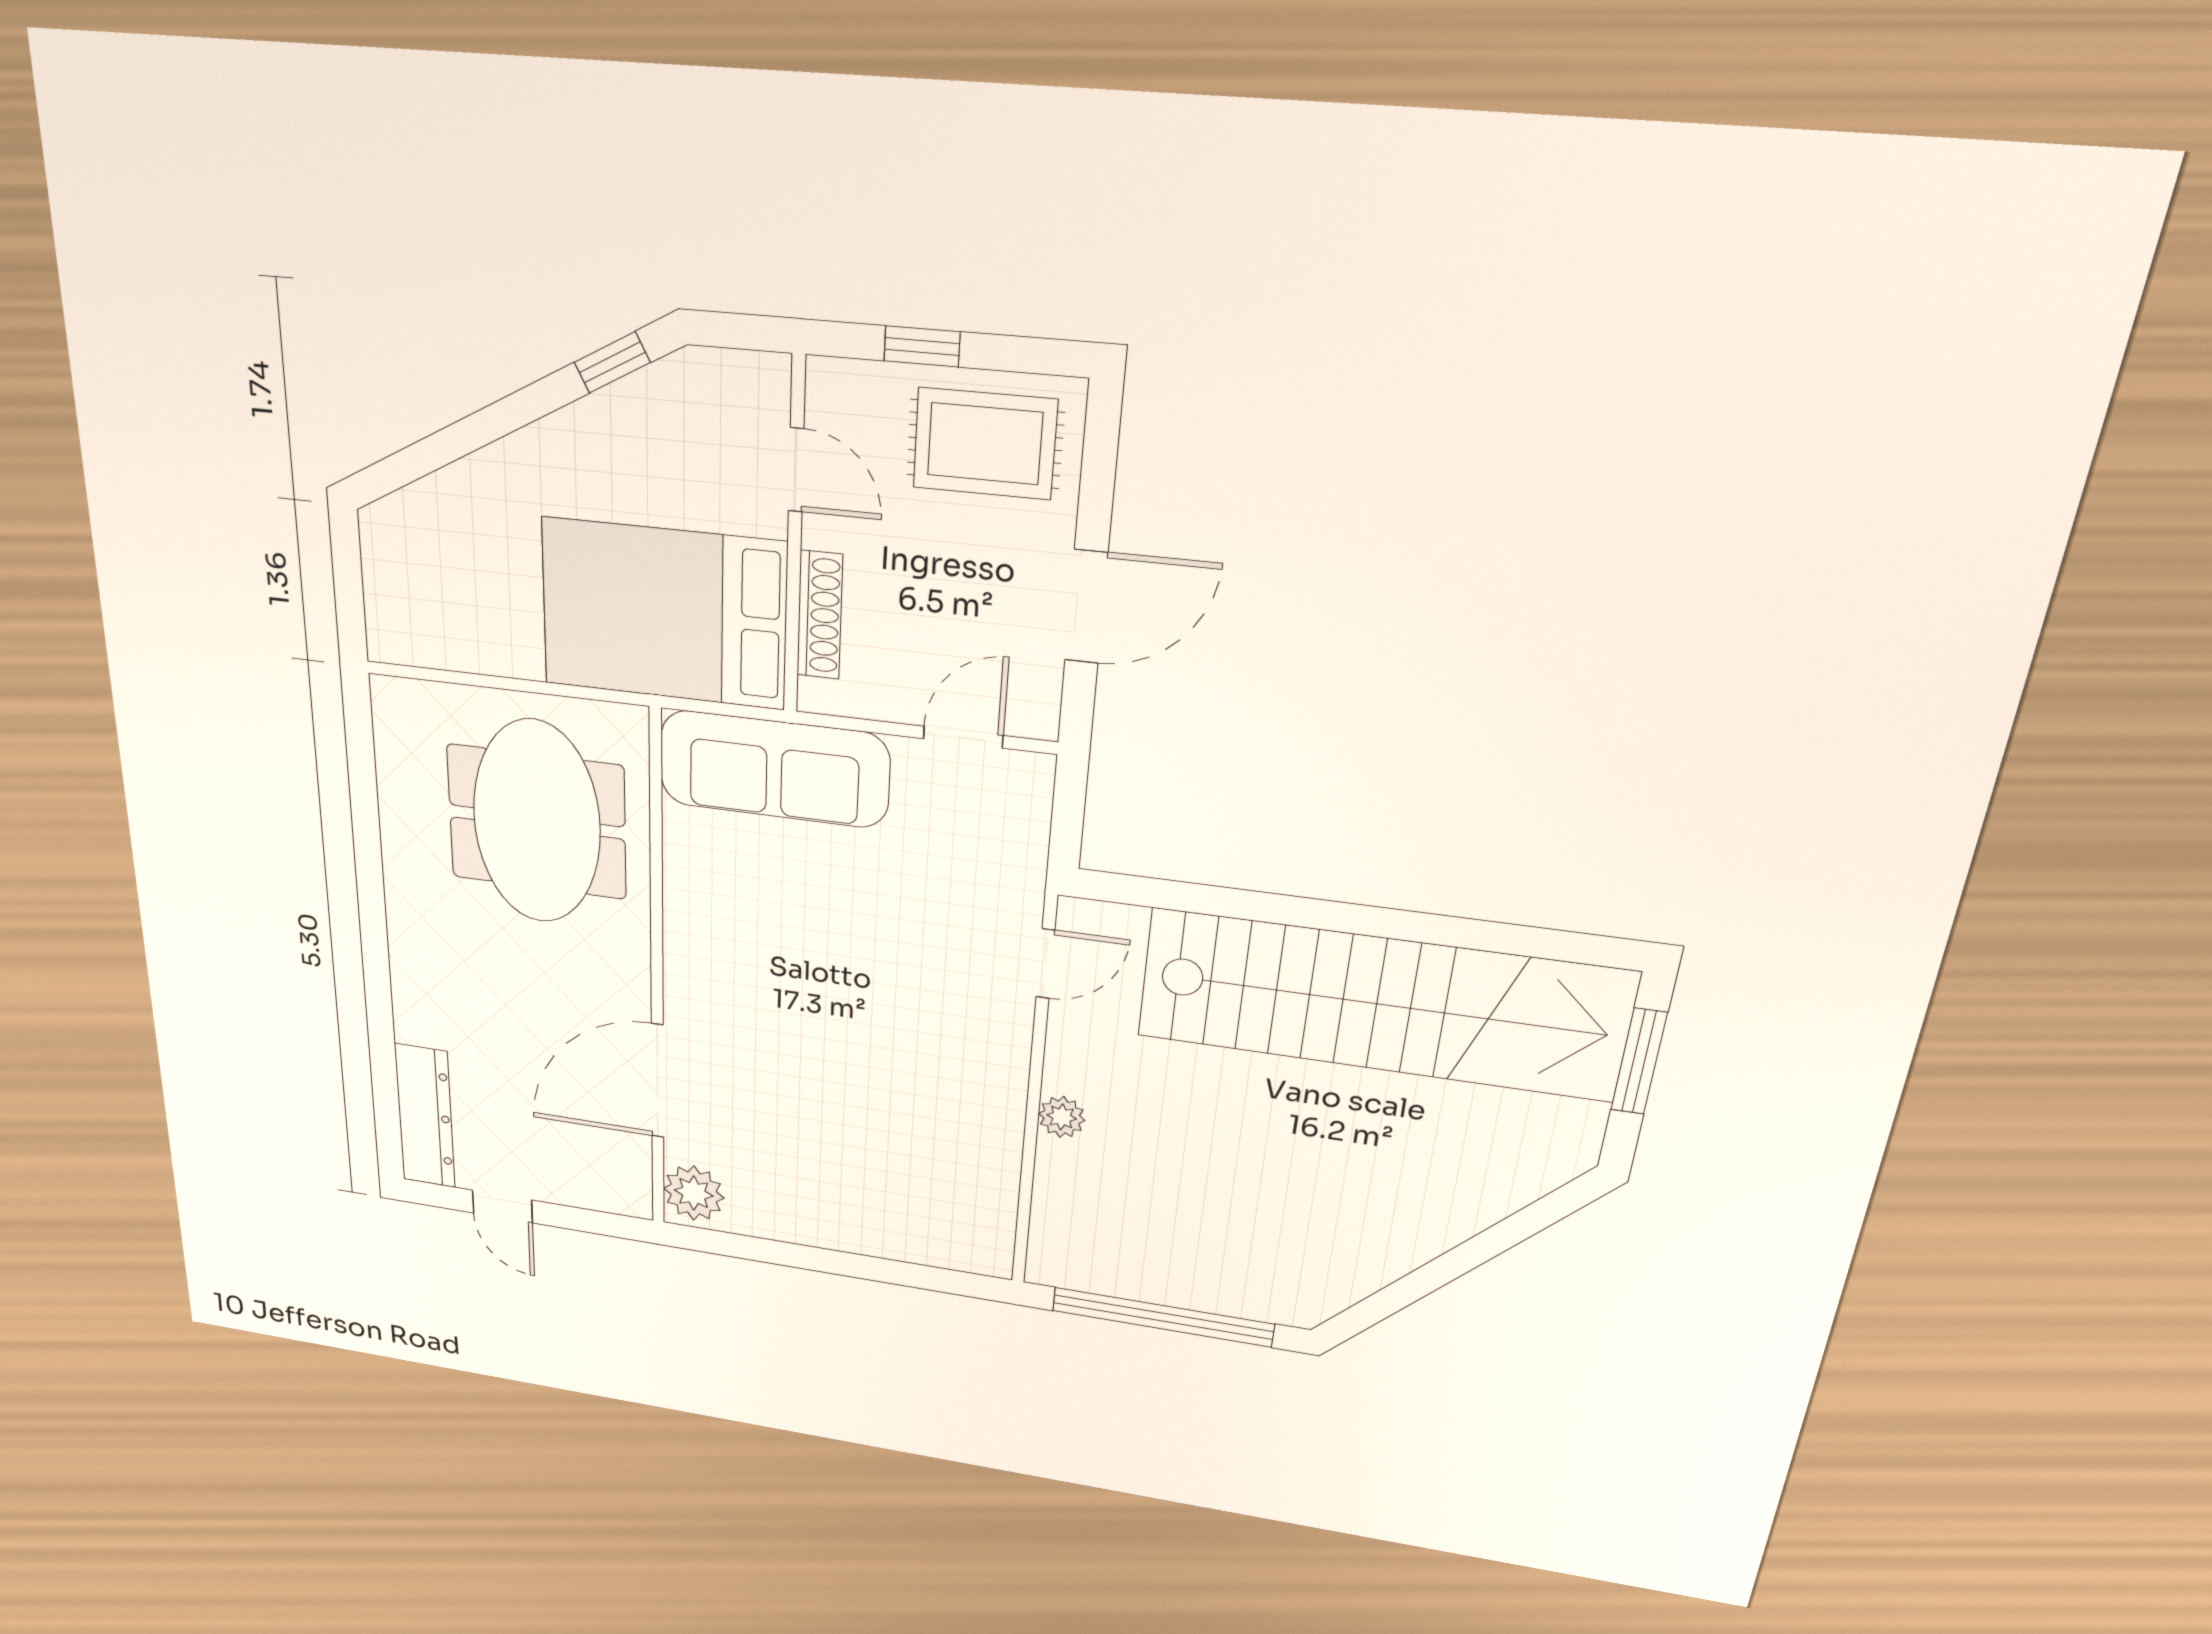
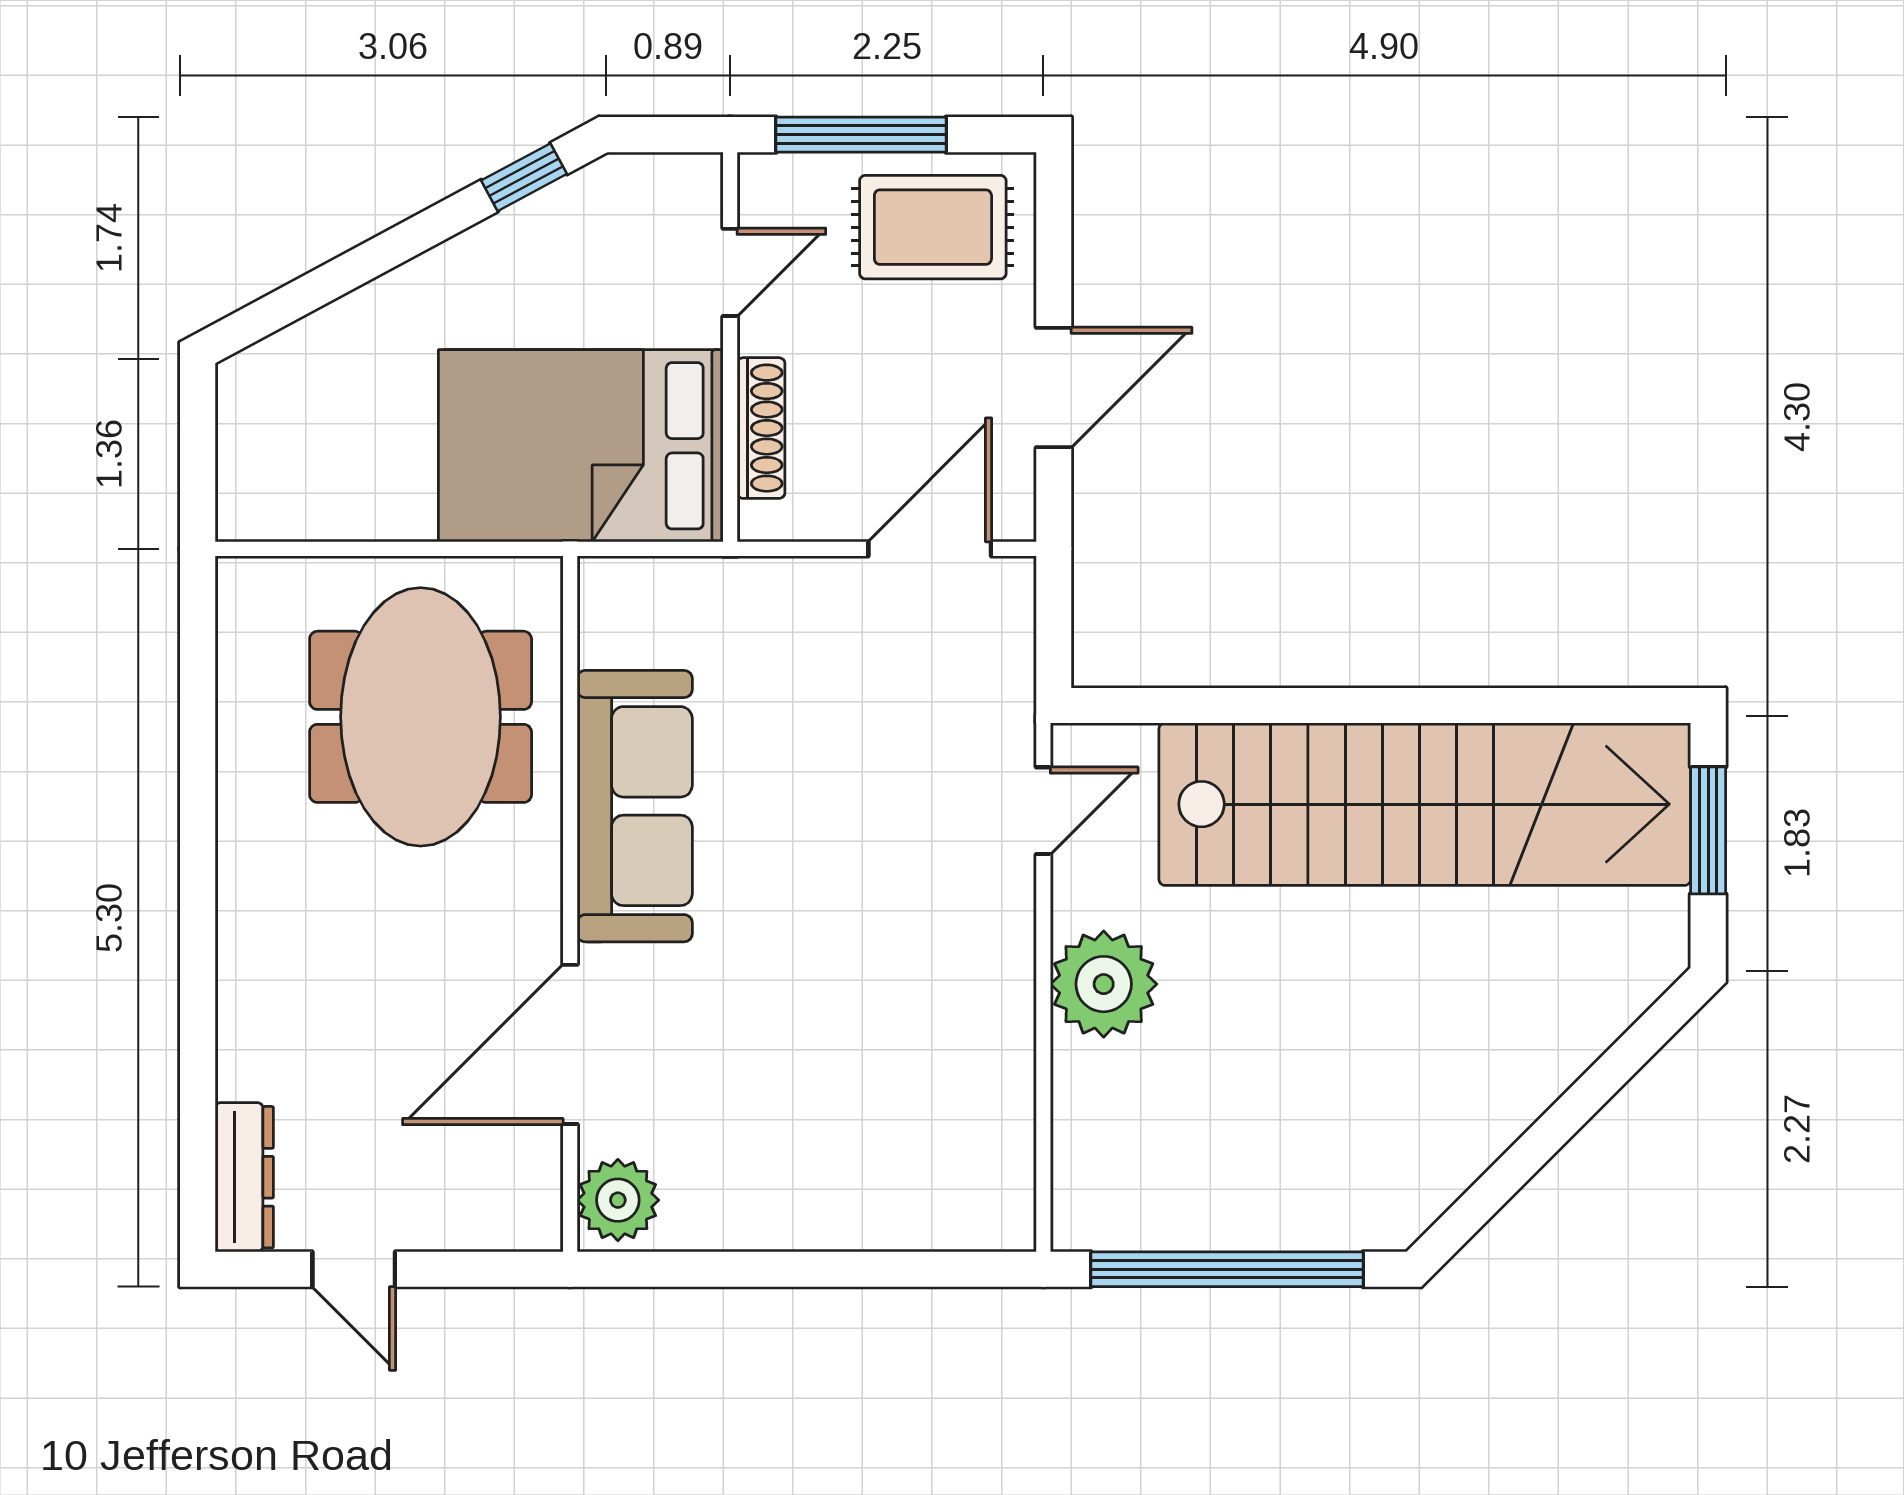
window: (922, 346) -> (861, 135), width x2.17
door: (796, 470) -> (730, 272), hinge flipped
door: (963, 737) -> (930, 549), width x1.38
sofa: (774, 769) -> (635, 806), moved, turned -90
dresser: (425, 1116) -> (244, 1177), width x0.73, depth x0.80
plant: (1062, 1117) -> (1104, 984), width x1.87, depth x1.87

